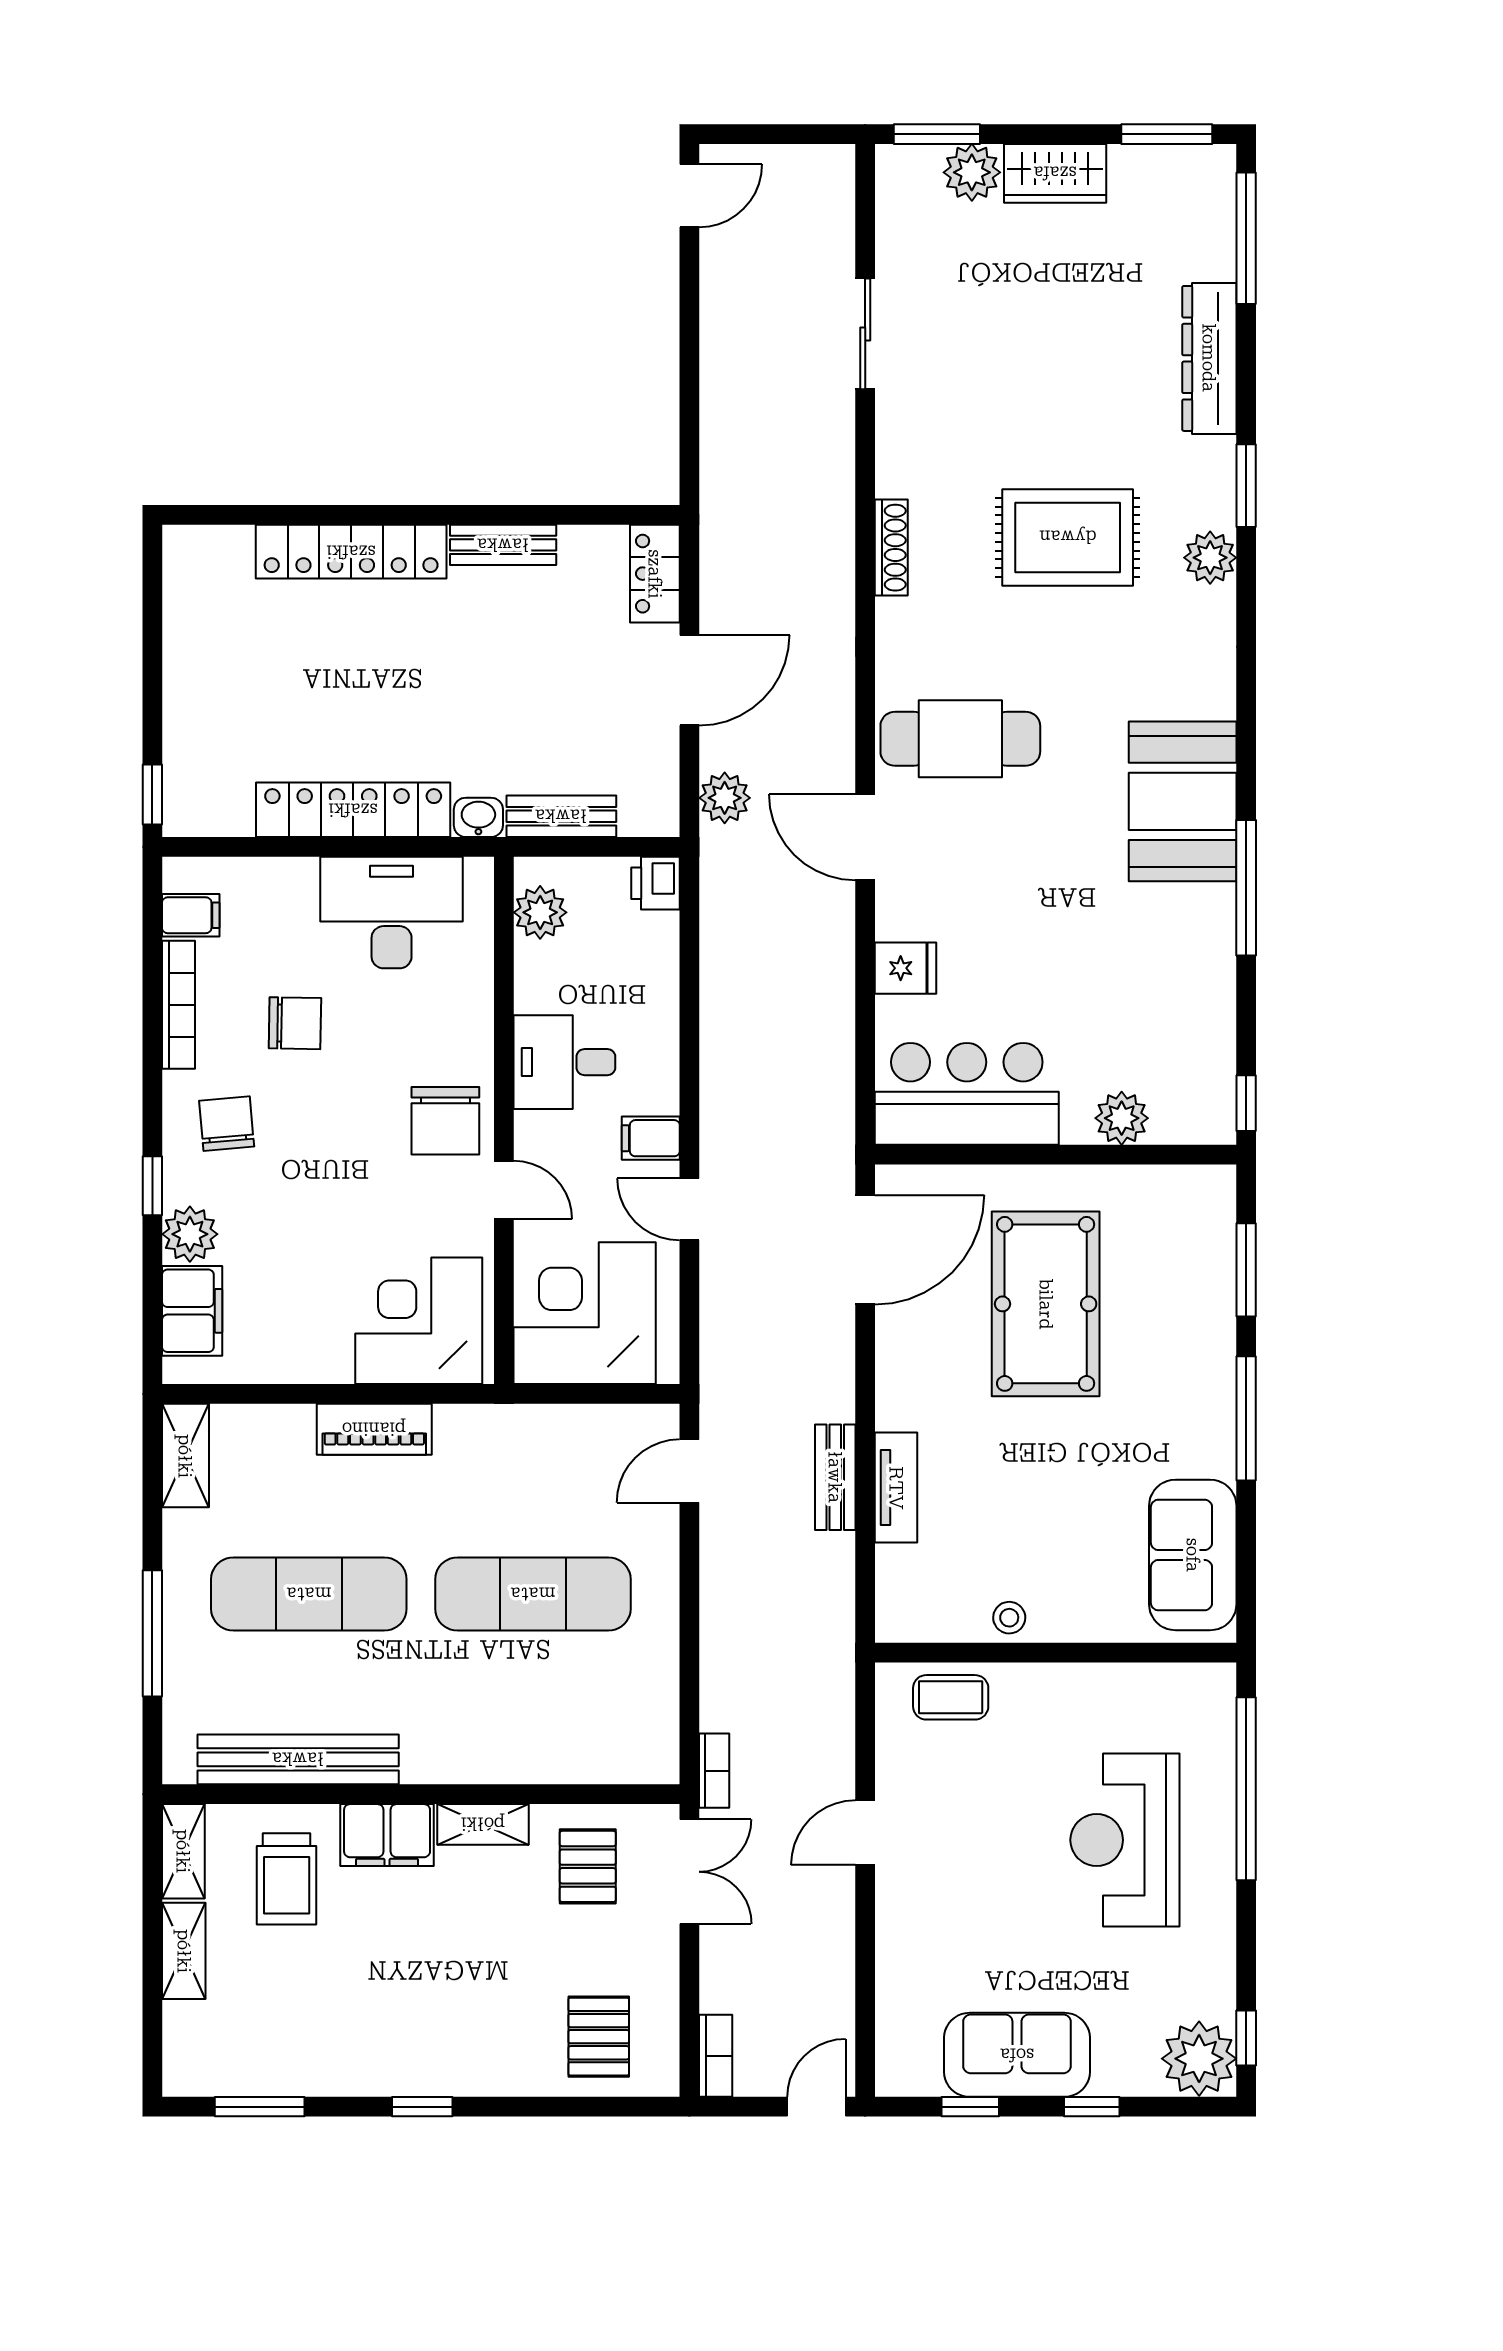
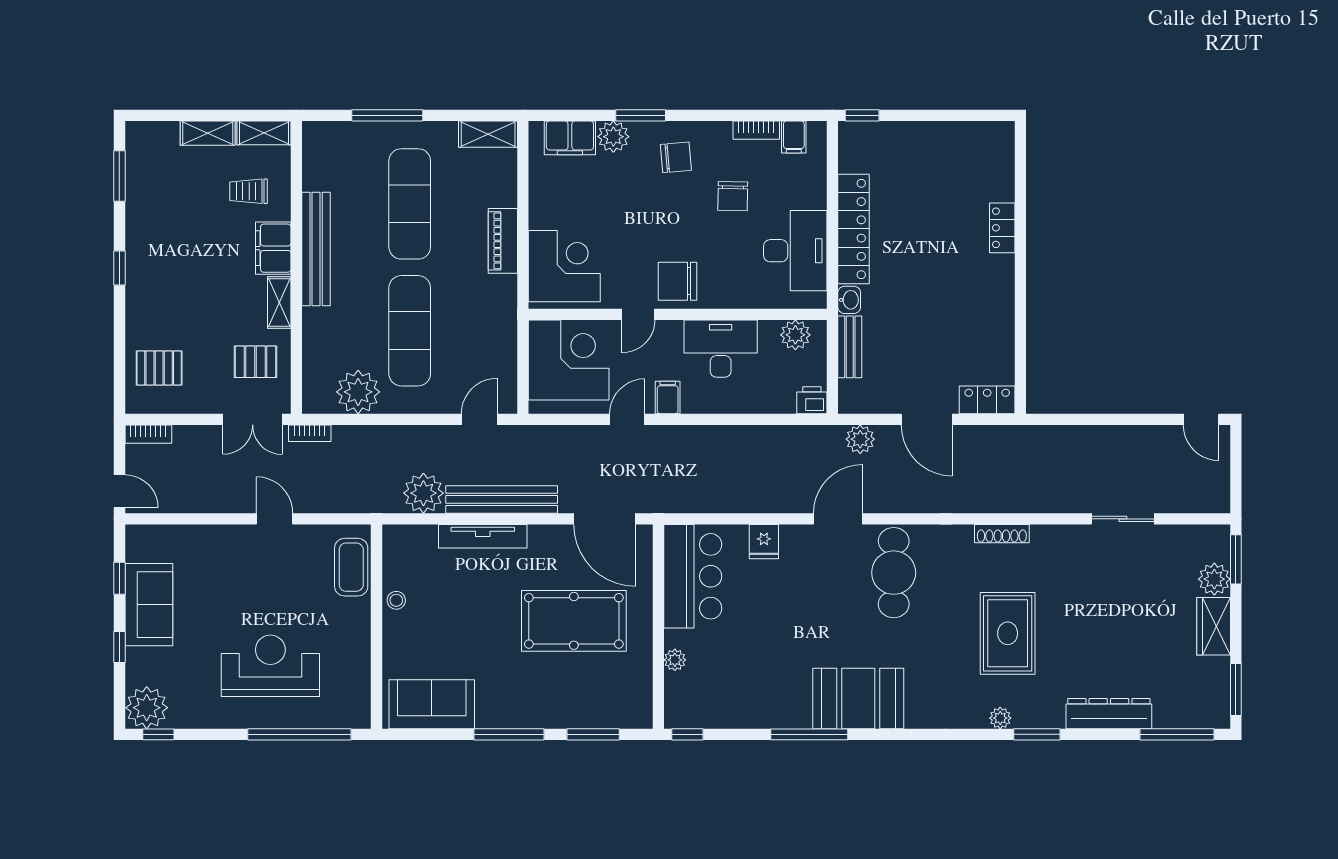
bench: (503, 545) -> (1003, 314), removed
locker: (351, 552) -> (1002, 228), width x0.46, depth x0.83
plant: (1210, 558) -> (1000, 718), width x0.73, depth x0.73
bookcase: (178, 1005) -> (756, 130), width x0.64
desk: (564, 1062) -> (721, 349), width x1.37
plant: (1122, 1118) -> (675, 660), width x0.73, depth x0.73
window: (152, 1186) -> (641, 115), width x1.50
door: (689, 1471) -> (479, 419), hinge flipped
bench: (835, 1477) -> (502, 499), width x1.86, depth x1.21
tv unit: (896, 1488) -> (483, 536), width x1.41
plant: (820, 1570) -> (423, 493), added
plant: (641, 1685) -> (358, 392), added
coffee table: (951, 1697) -> (351, 567), width x1.36, depth x1.30
bench: (298, 1759) -> (316, 249), moved
trolley: (287, 1879) -> (248, 191), width x0.73, depth x0.72

